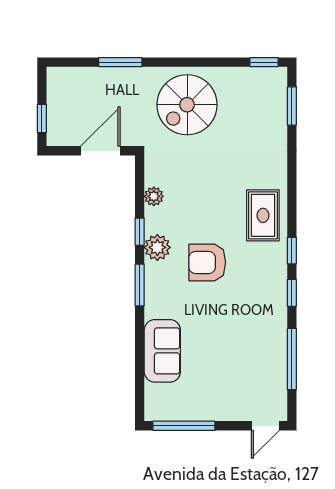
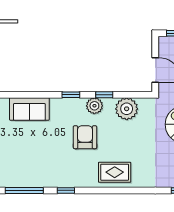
plant: (154, 196) -> (127, 109), width x1.87, depth x1.87
window: (292, 251) -> (92, 190), removed
window: (140, 285) -> (71, 95), width x0.67

